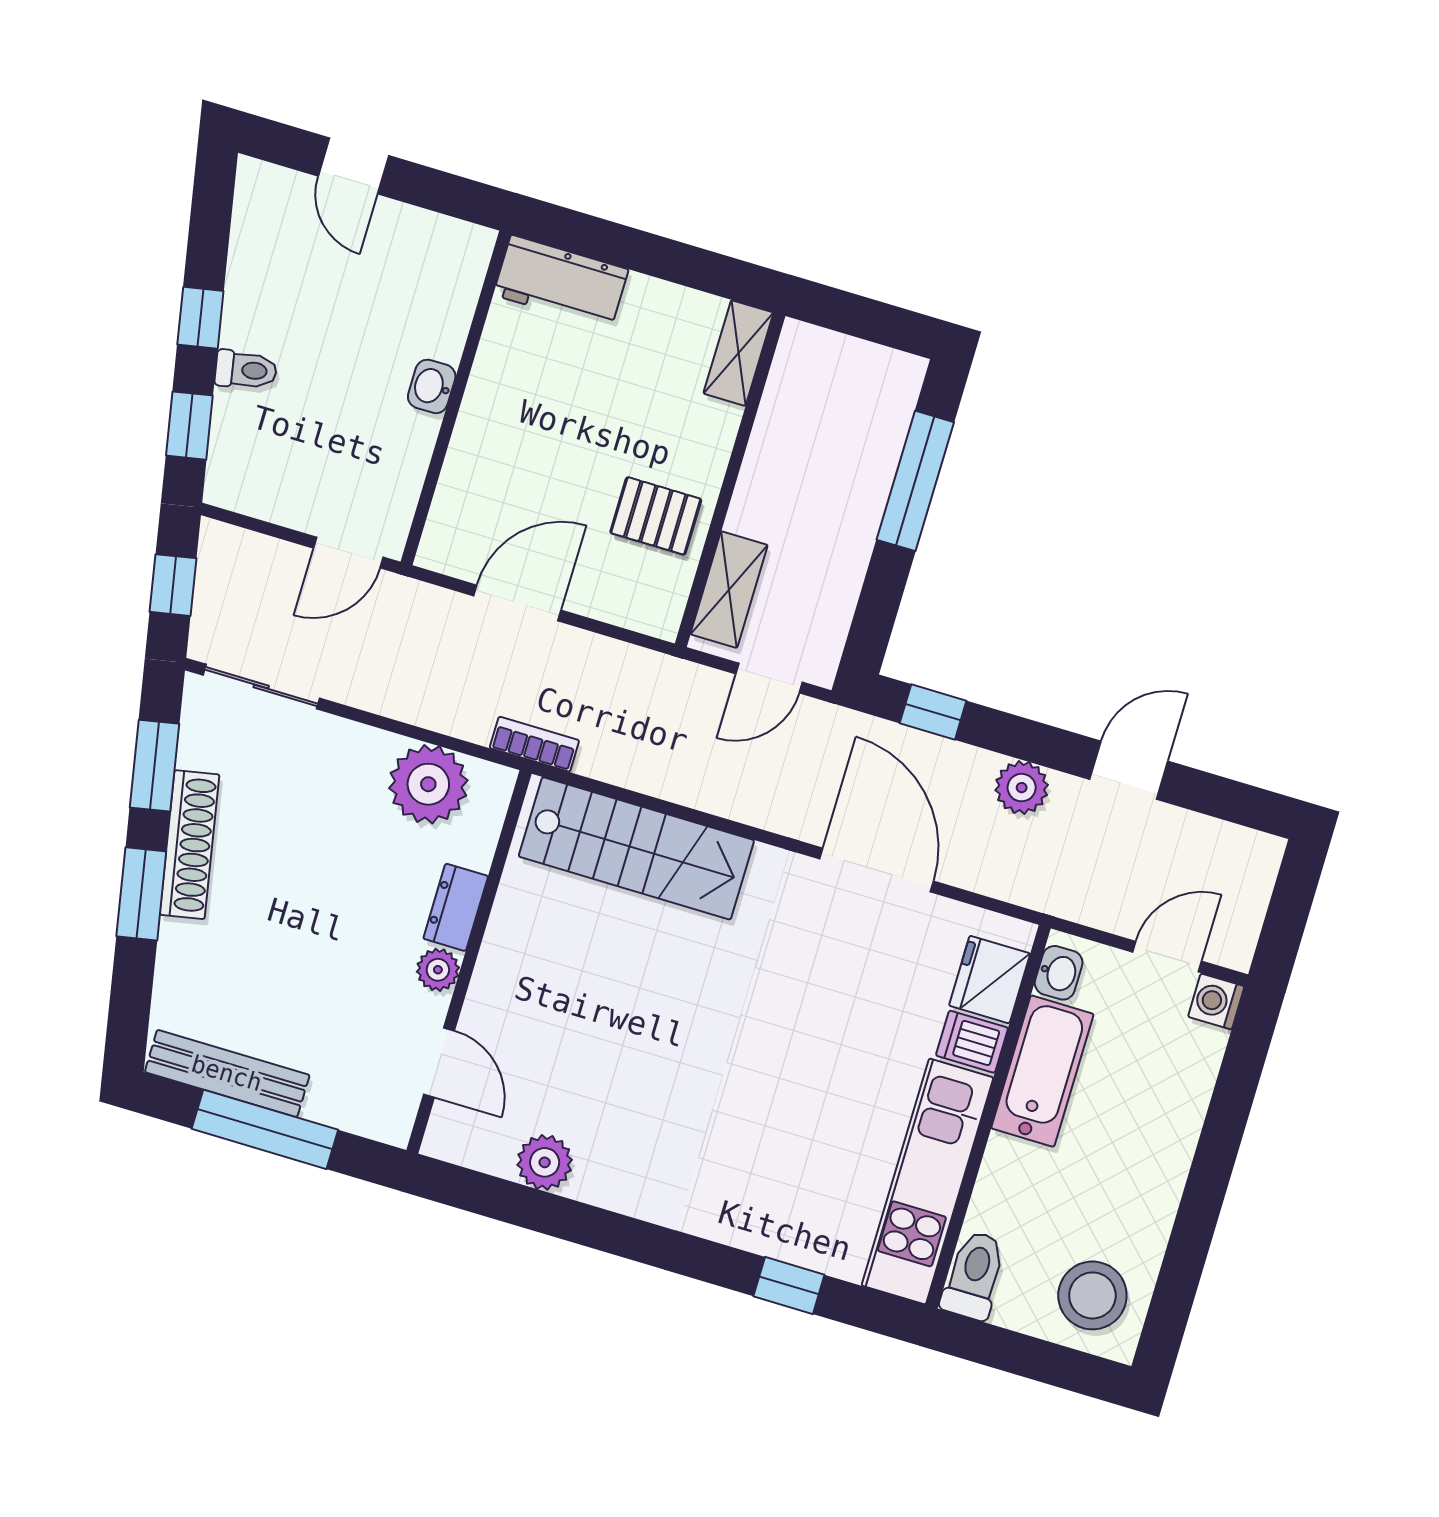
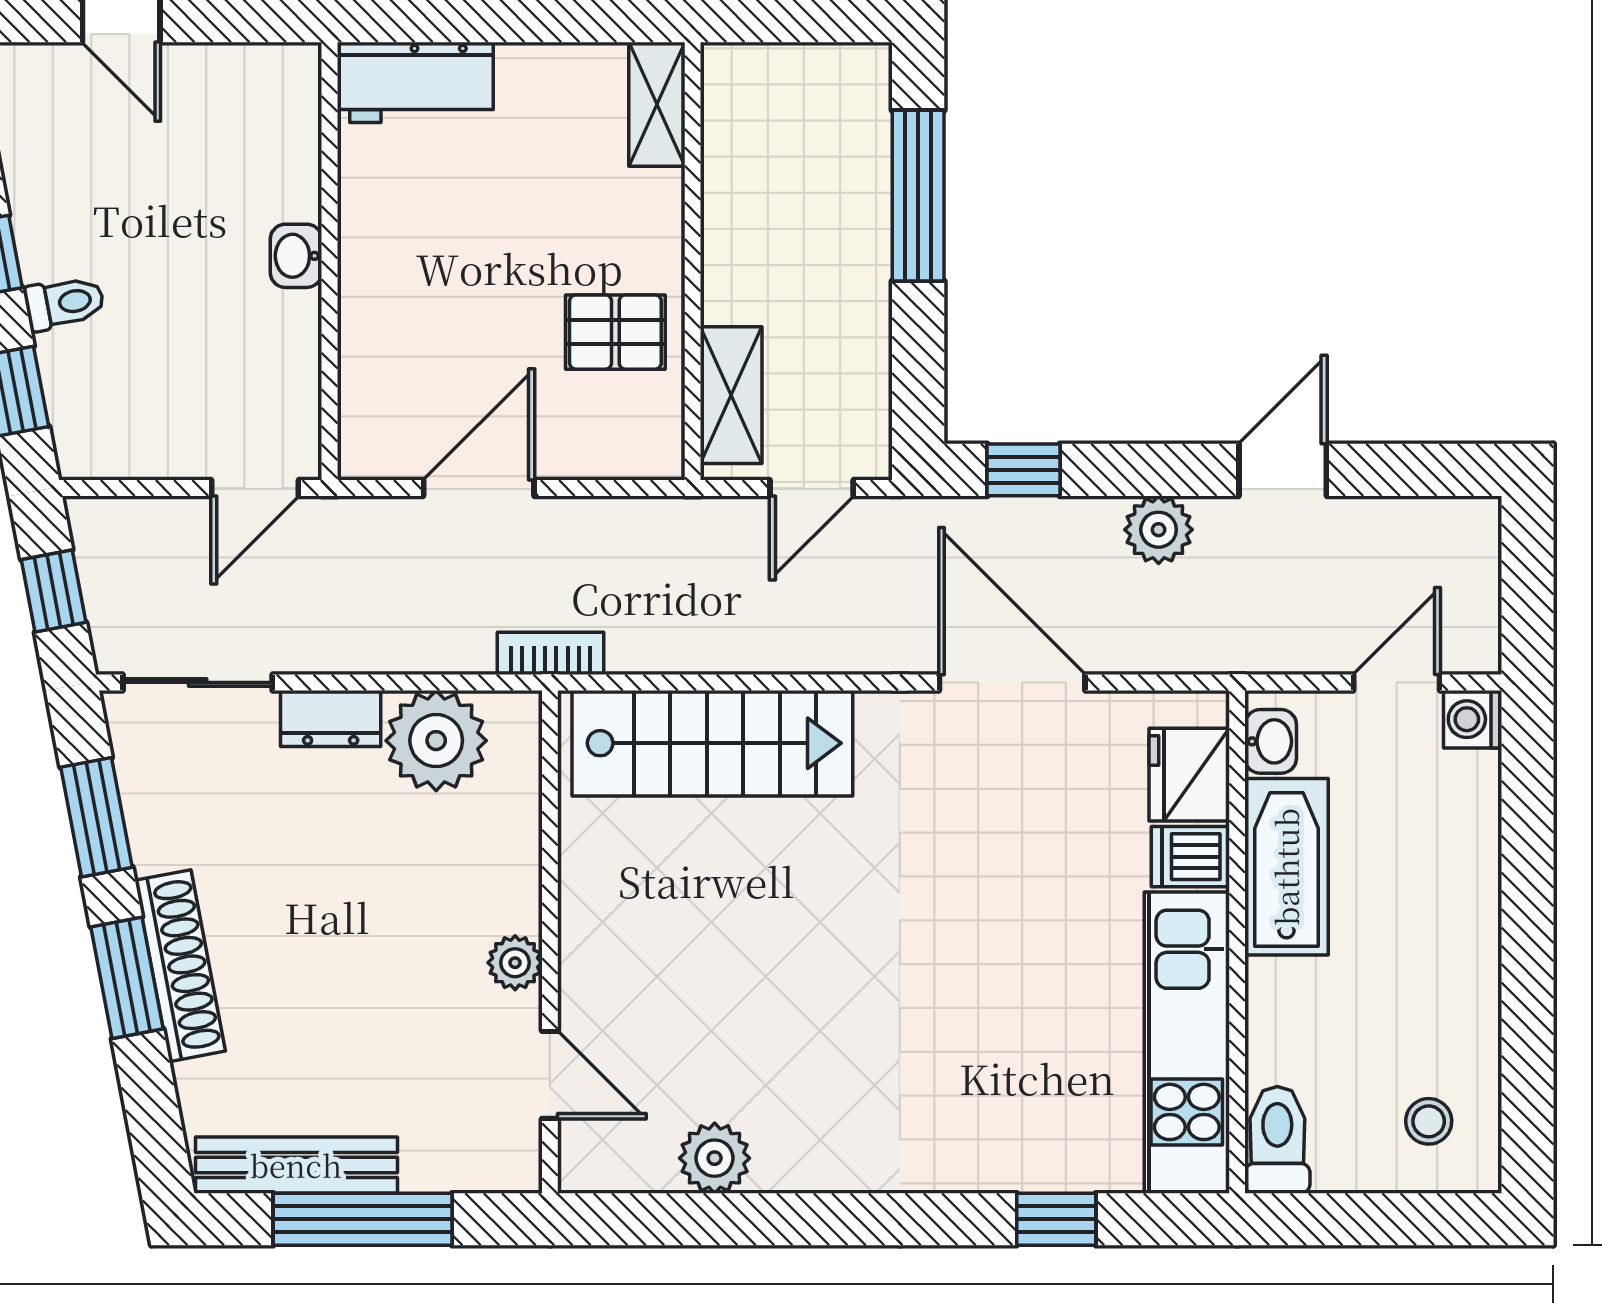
shoe rack: (190, 845) -> (180, 966), moved
dresser: (456, 907) -> (331, 718), moved, turned -90
stool: (1092, 1295) -> (1429, 1121), width x0.53, depth x0.53

